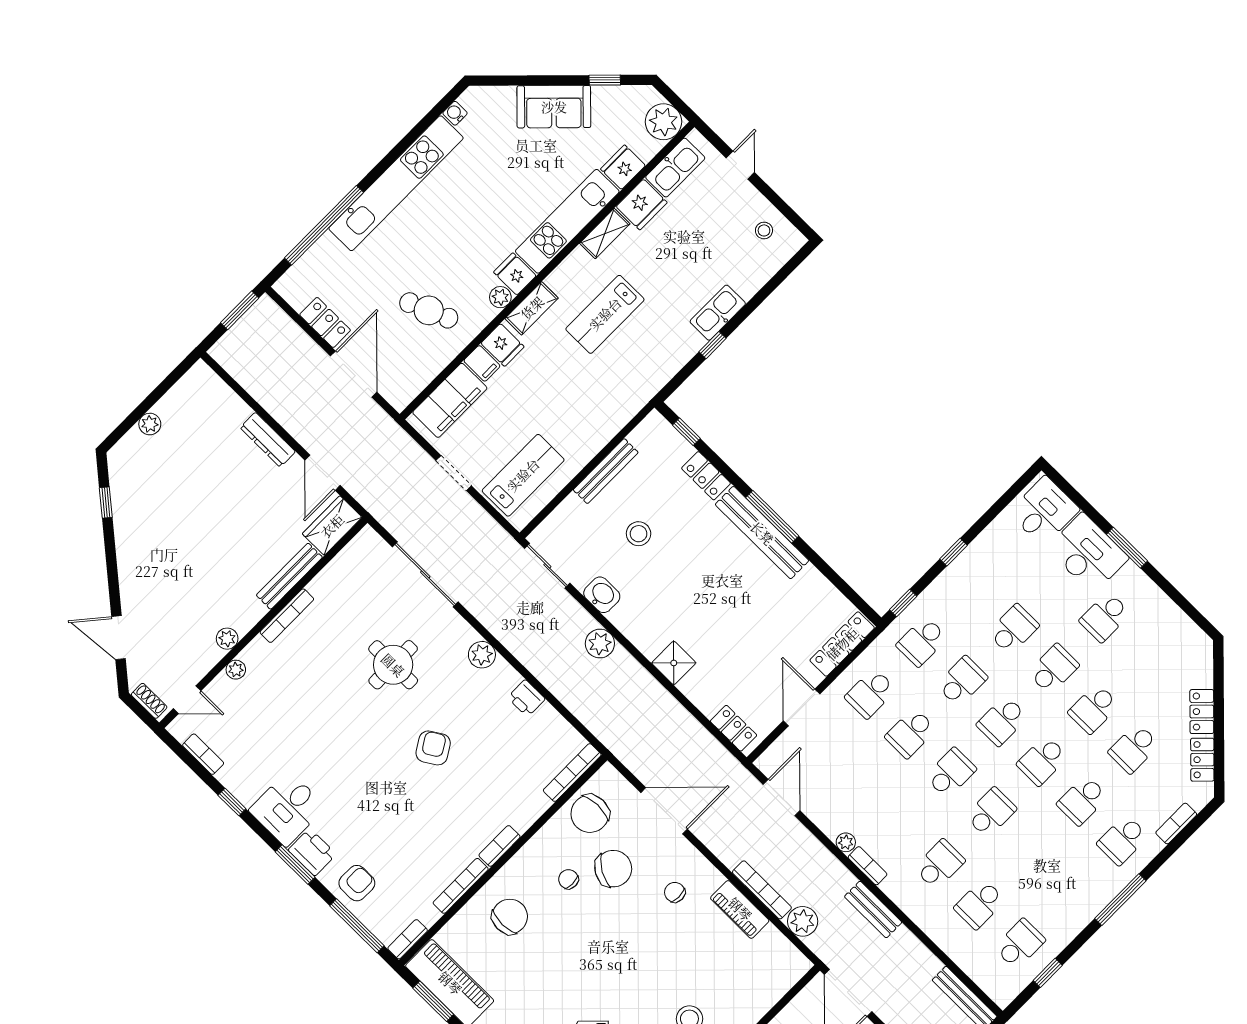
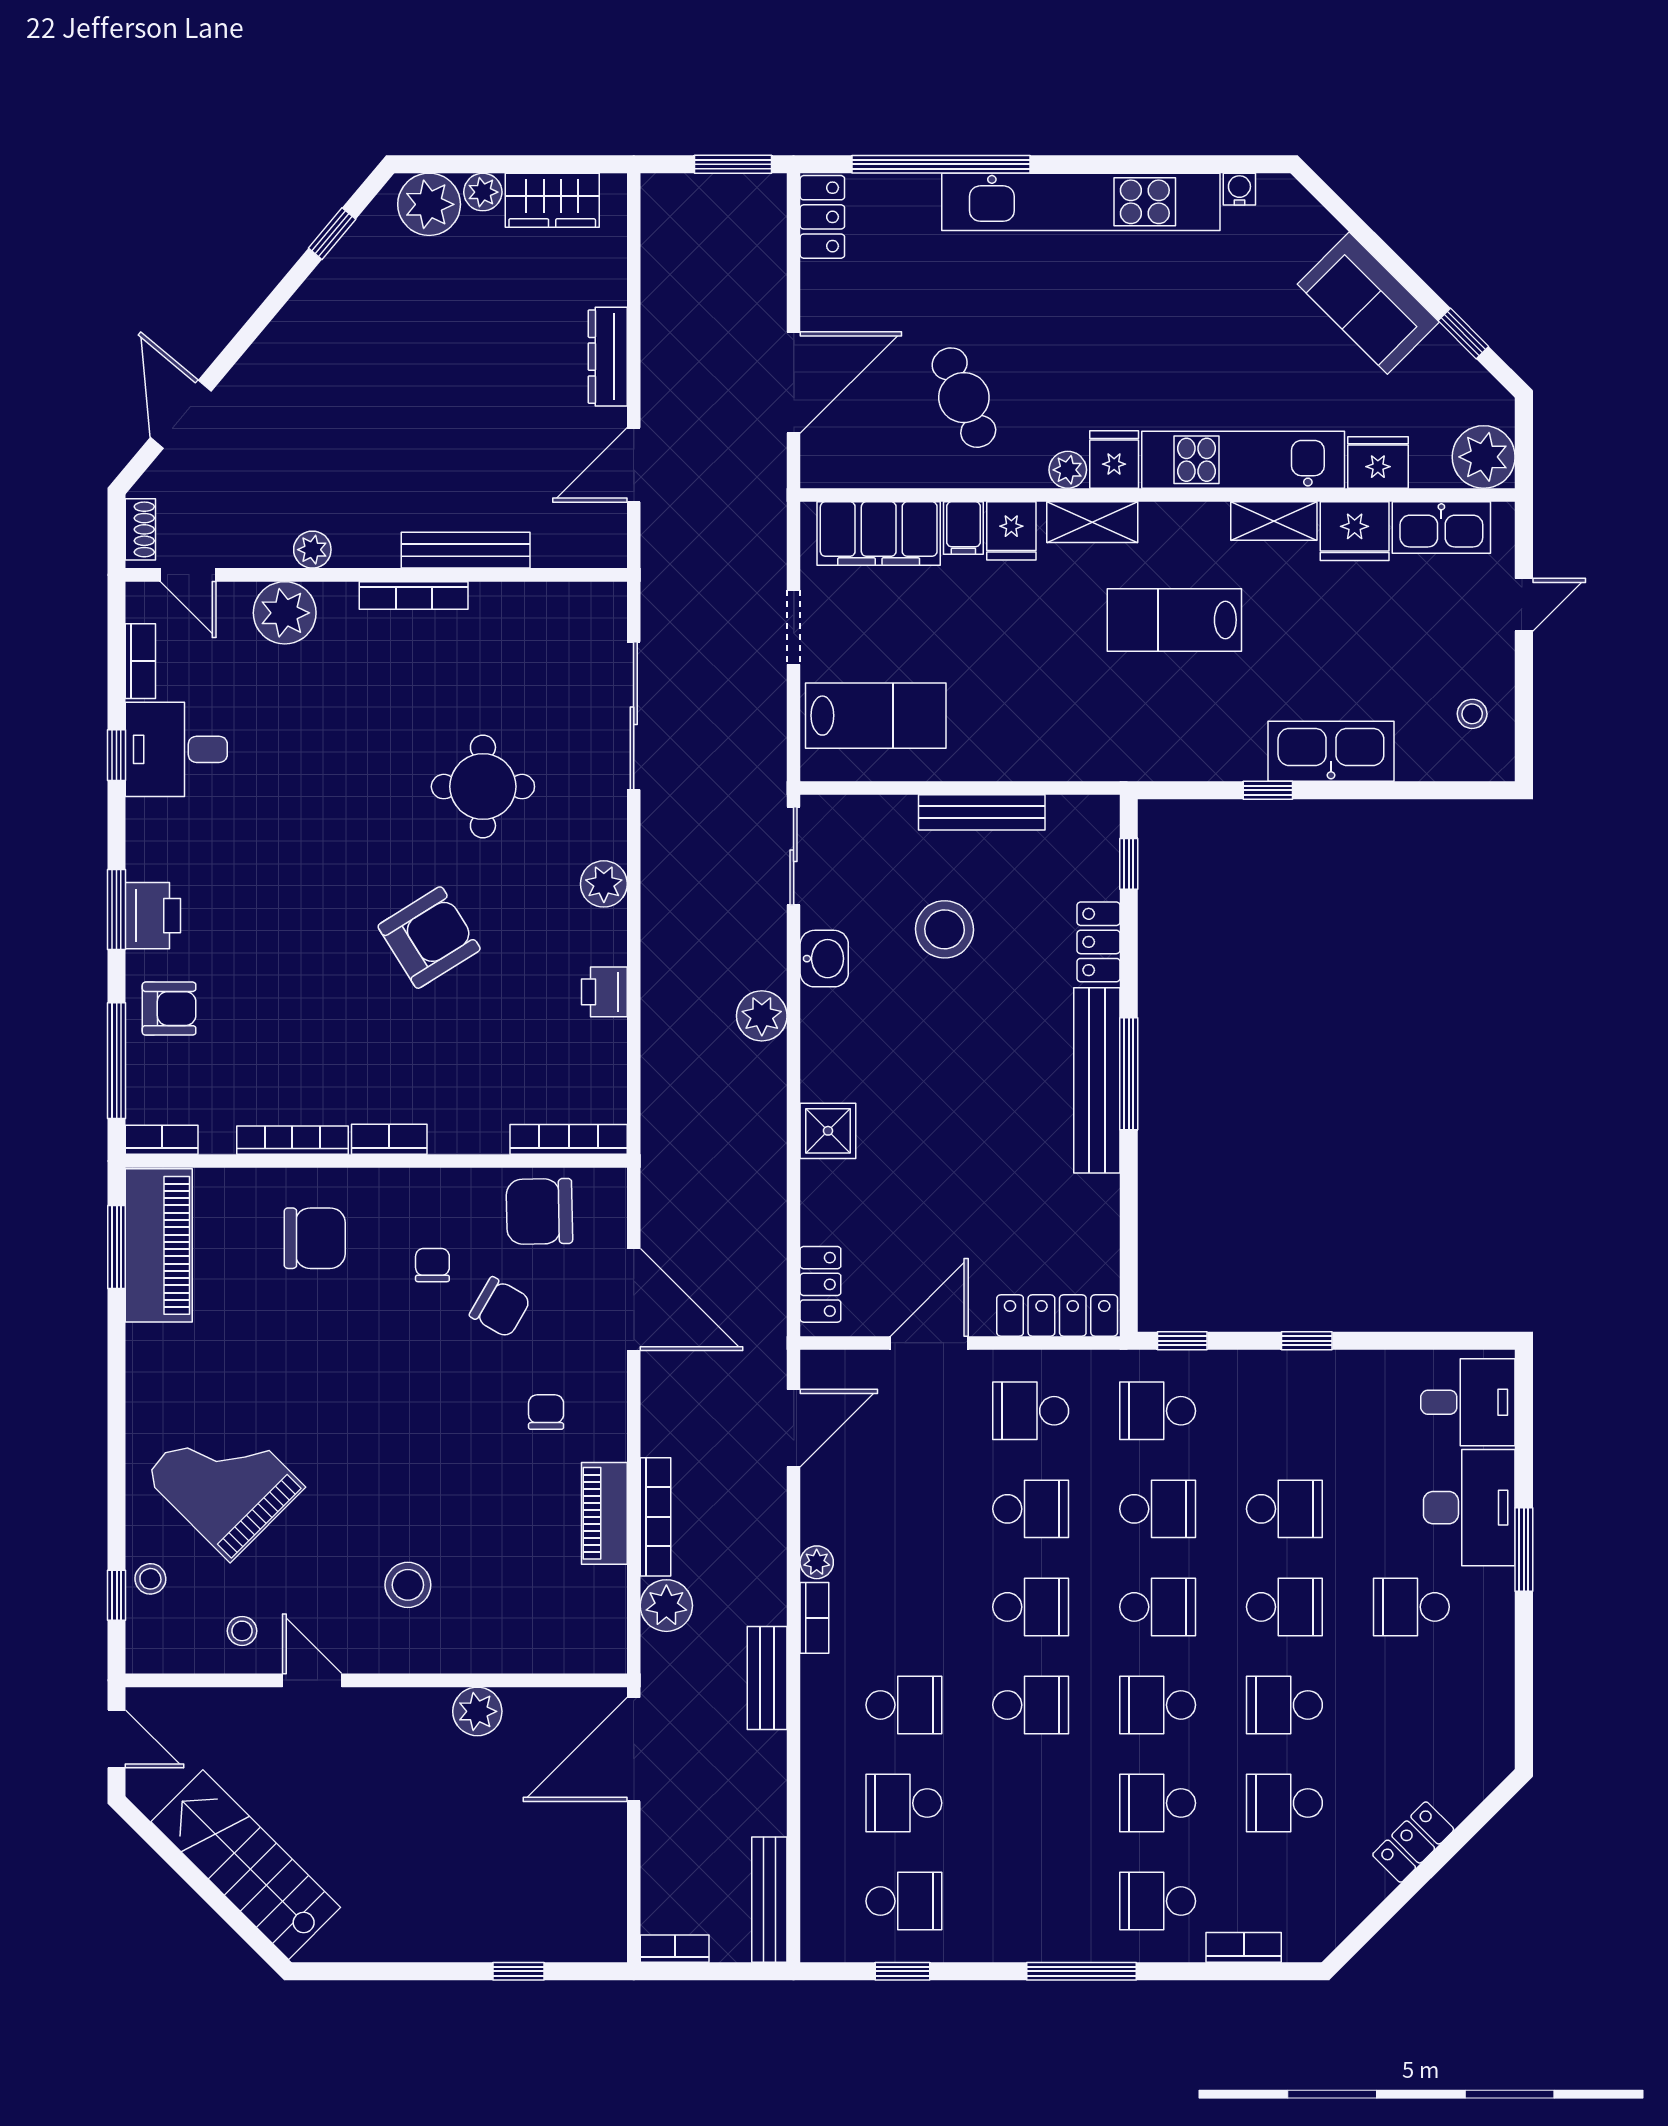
kitchen sink: (718, 313) -> (1331, 751), width x1.36, depth x1.24
locker: (325, 322) -> (822, 217), moved
plant: (133, 451) -> (429, 204), added
wardrobe: (332, 526) -> (552, 200), moved, turned 180
stool: (639, 534) -> (945, 929), width x1.38, depth x1.38
plant: (236, 670) -> (285, 613), width x1.88, depth x1.88
school desk: (1002, 721) -> (1158, 1607), turned 180
school desk: (911, 733) -> (1031, 1509), turned 180
armchair: (433, 748) -> (429, 938), width x1.38, depth x1.38
locker: (1202, 760) -> (1354, 1901), removed
desk: (287, 809) -> (176, 749), moved
chair: (613, 869) -> (500, 1307), width x0.73, depth x0.73

